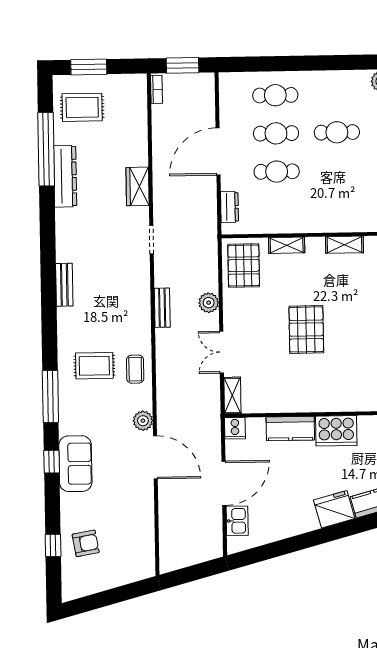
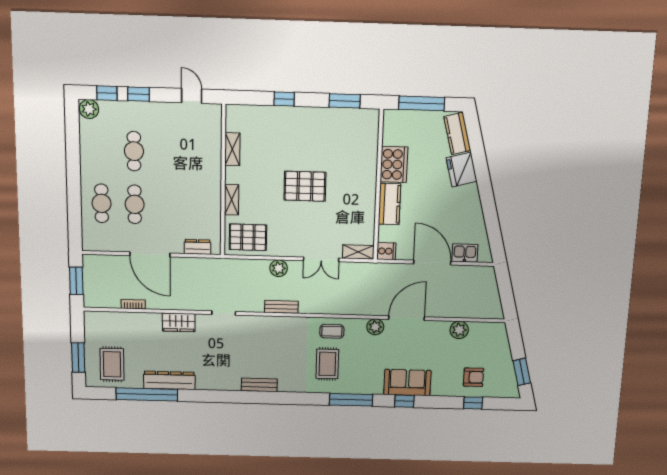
bookcase: (156, 89) -> (133, 304), moved
cafe table: (277, 172) -> (168, 205), removed
plant: (144, 521) -> (459, 330), added
armchair: (86, 543) -> (473, 377), turned 100
window: (95, 601) -> (522, 372), added

